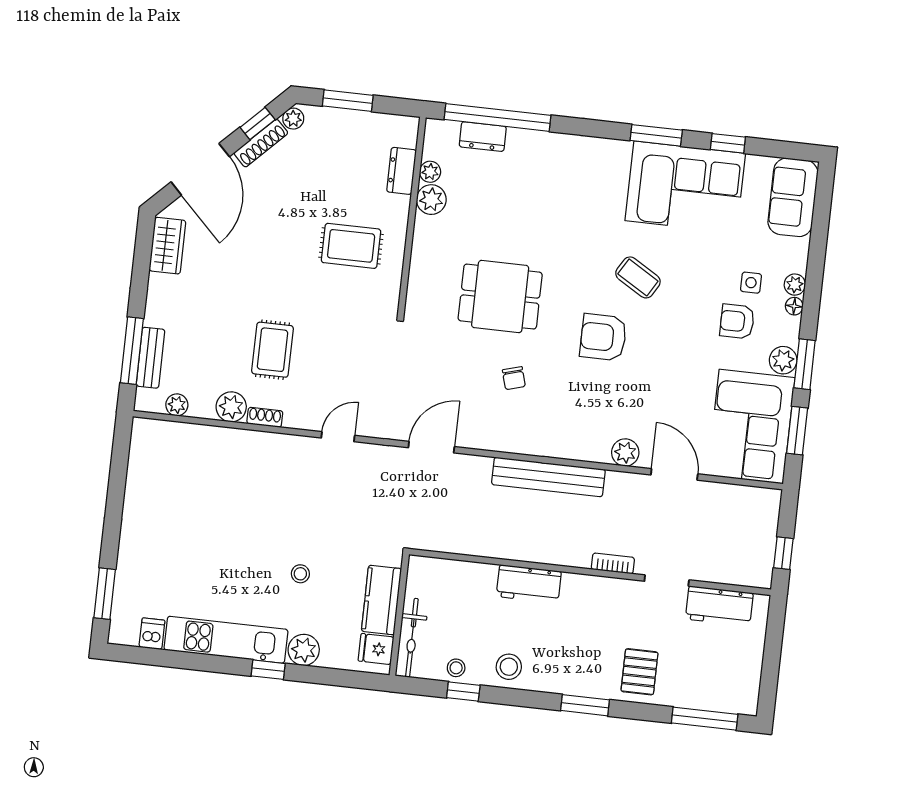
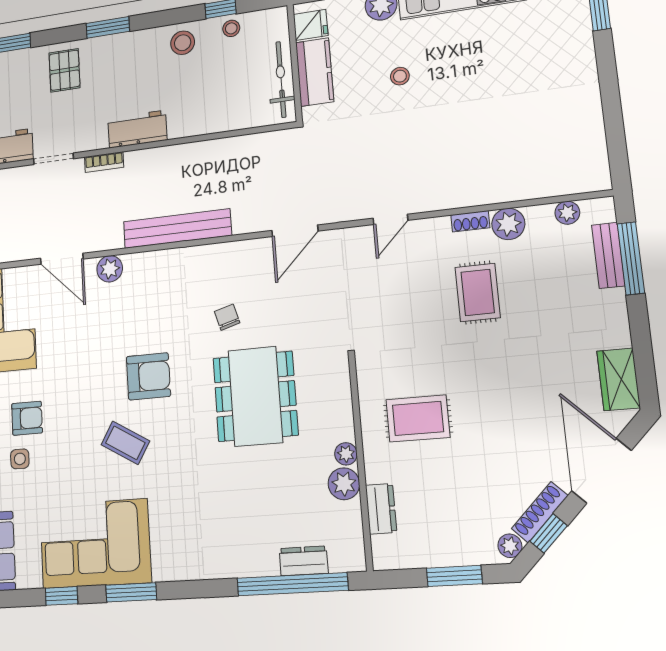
plant: (430, 172) -> (346, 454), moved
dining table: (500, 297) -> (255, 396), width x1.38
workbench: (529, 584) -> (137, 129), moved
bicycle: (412, 638) -> (281, 79), moved

